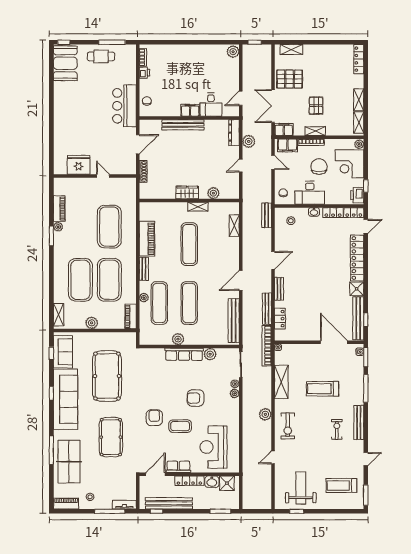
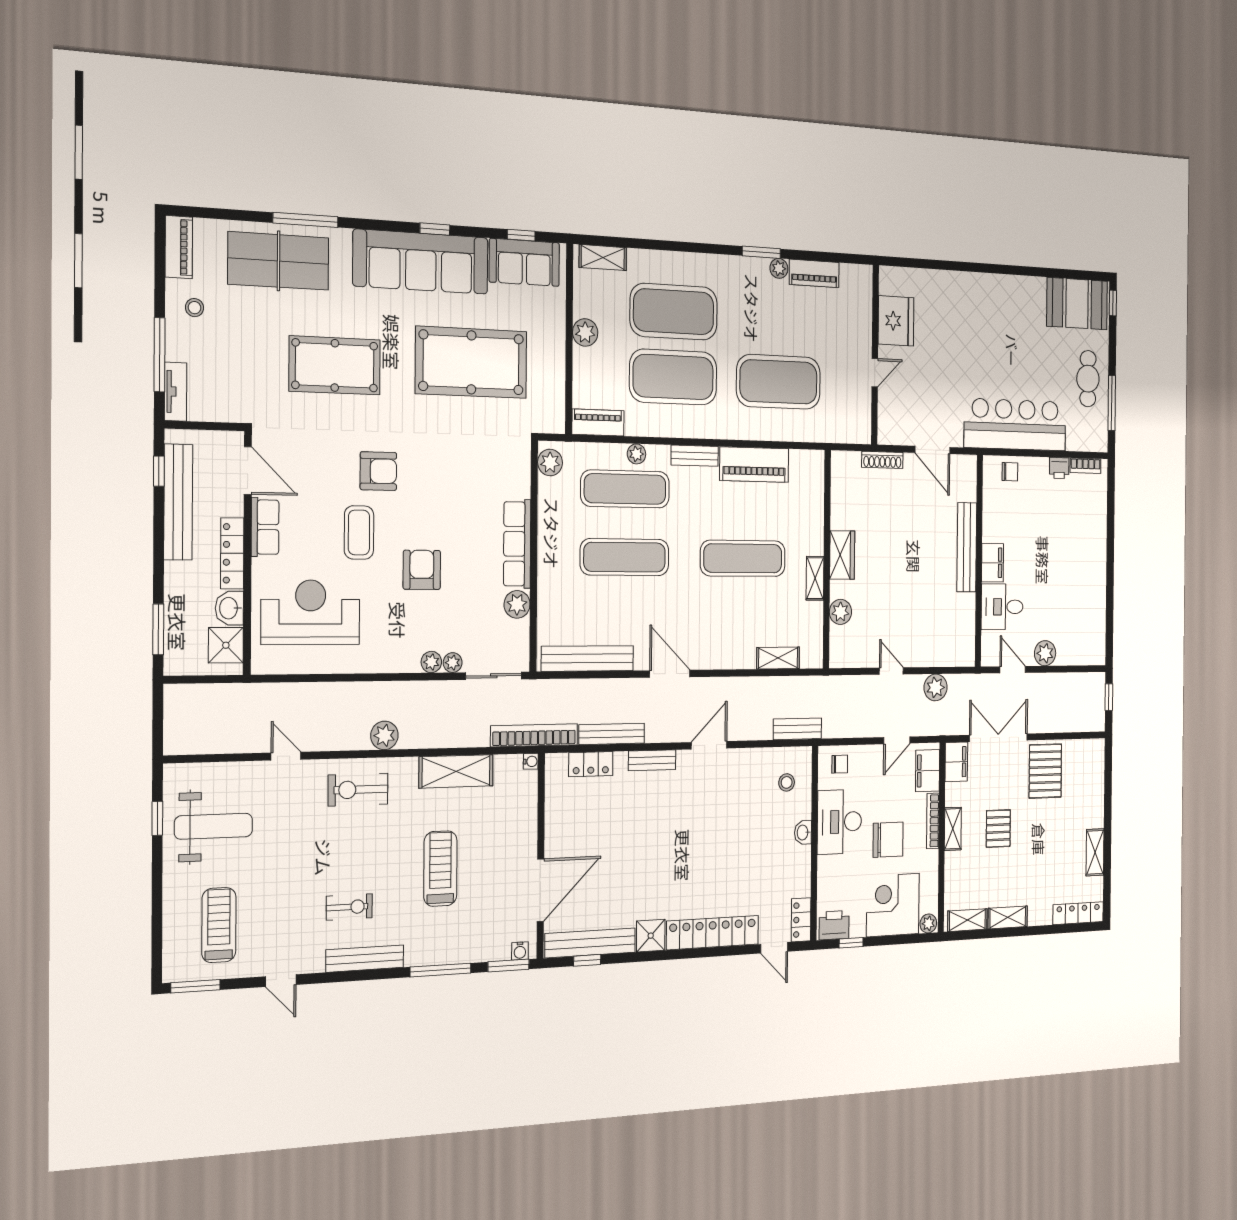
shelving: (291, 50) -> (1095, 852), moved
plant: (233, 52) -> (1045, 653), moved
bar counter: (124, 106) -> (1015, 425), width x1.36
pallet: (316, 106) -> (998, 829), turned 90
dresser: (234, 133) -> (952, 656), removed
locker: (333, 213) -> (801, 874), removed
door: (273, 260) -> (709, 745), swing flipped
plant: (178, 339) -> (550, 462), moved

